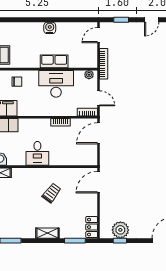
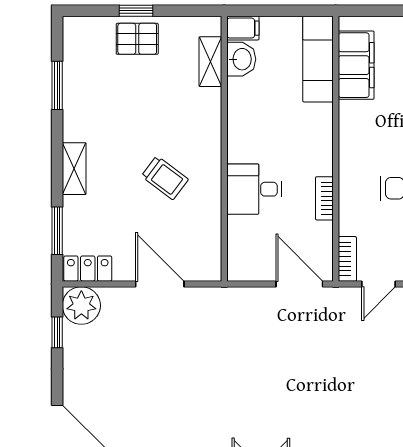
desk: (37, 153) -> (254, 189), moved
door: (98, 182) -> (160, 284), moved
plant: (120, 230) -> (81, 306), moved

